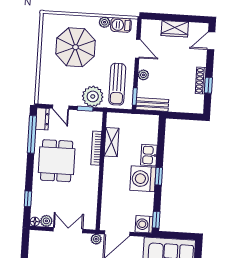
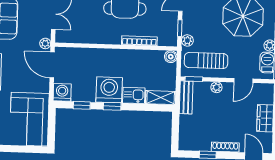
shoe rack: (201, 81) -> (225, 147), moved
plant: (93, 96) -> (187, 40), width x0.53, depth x0.53
boiler: (112, 118) -> (171, 57), added
shelving: (112, 142) -> (161, 98), moved
window: (156, 220) -> (82, 105), moved

